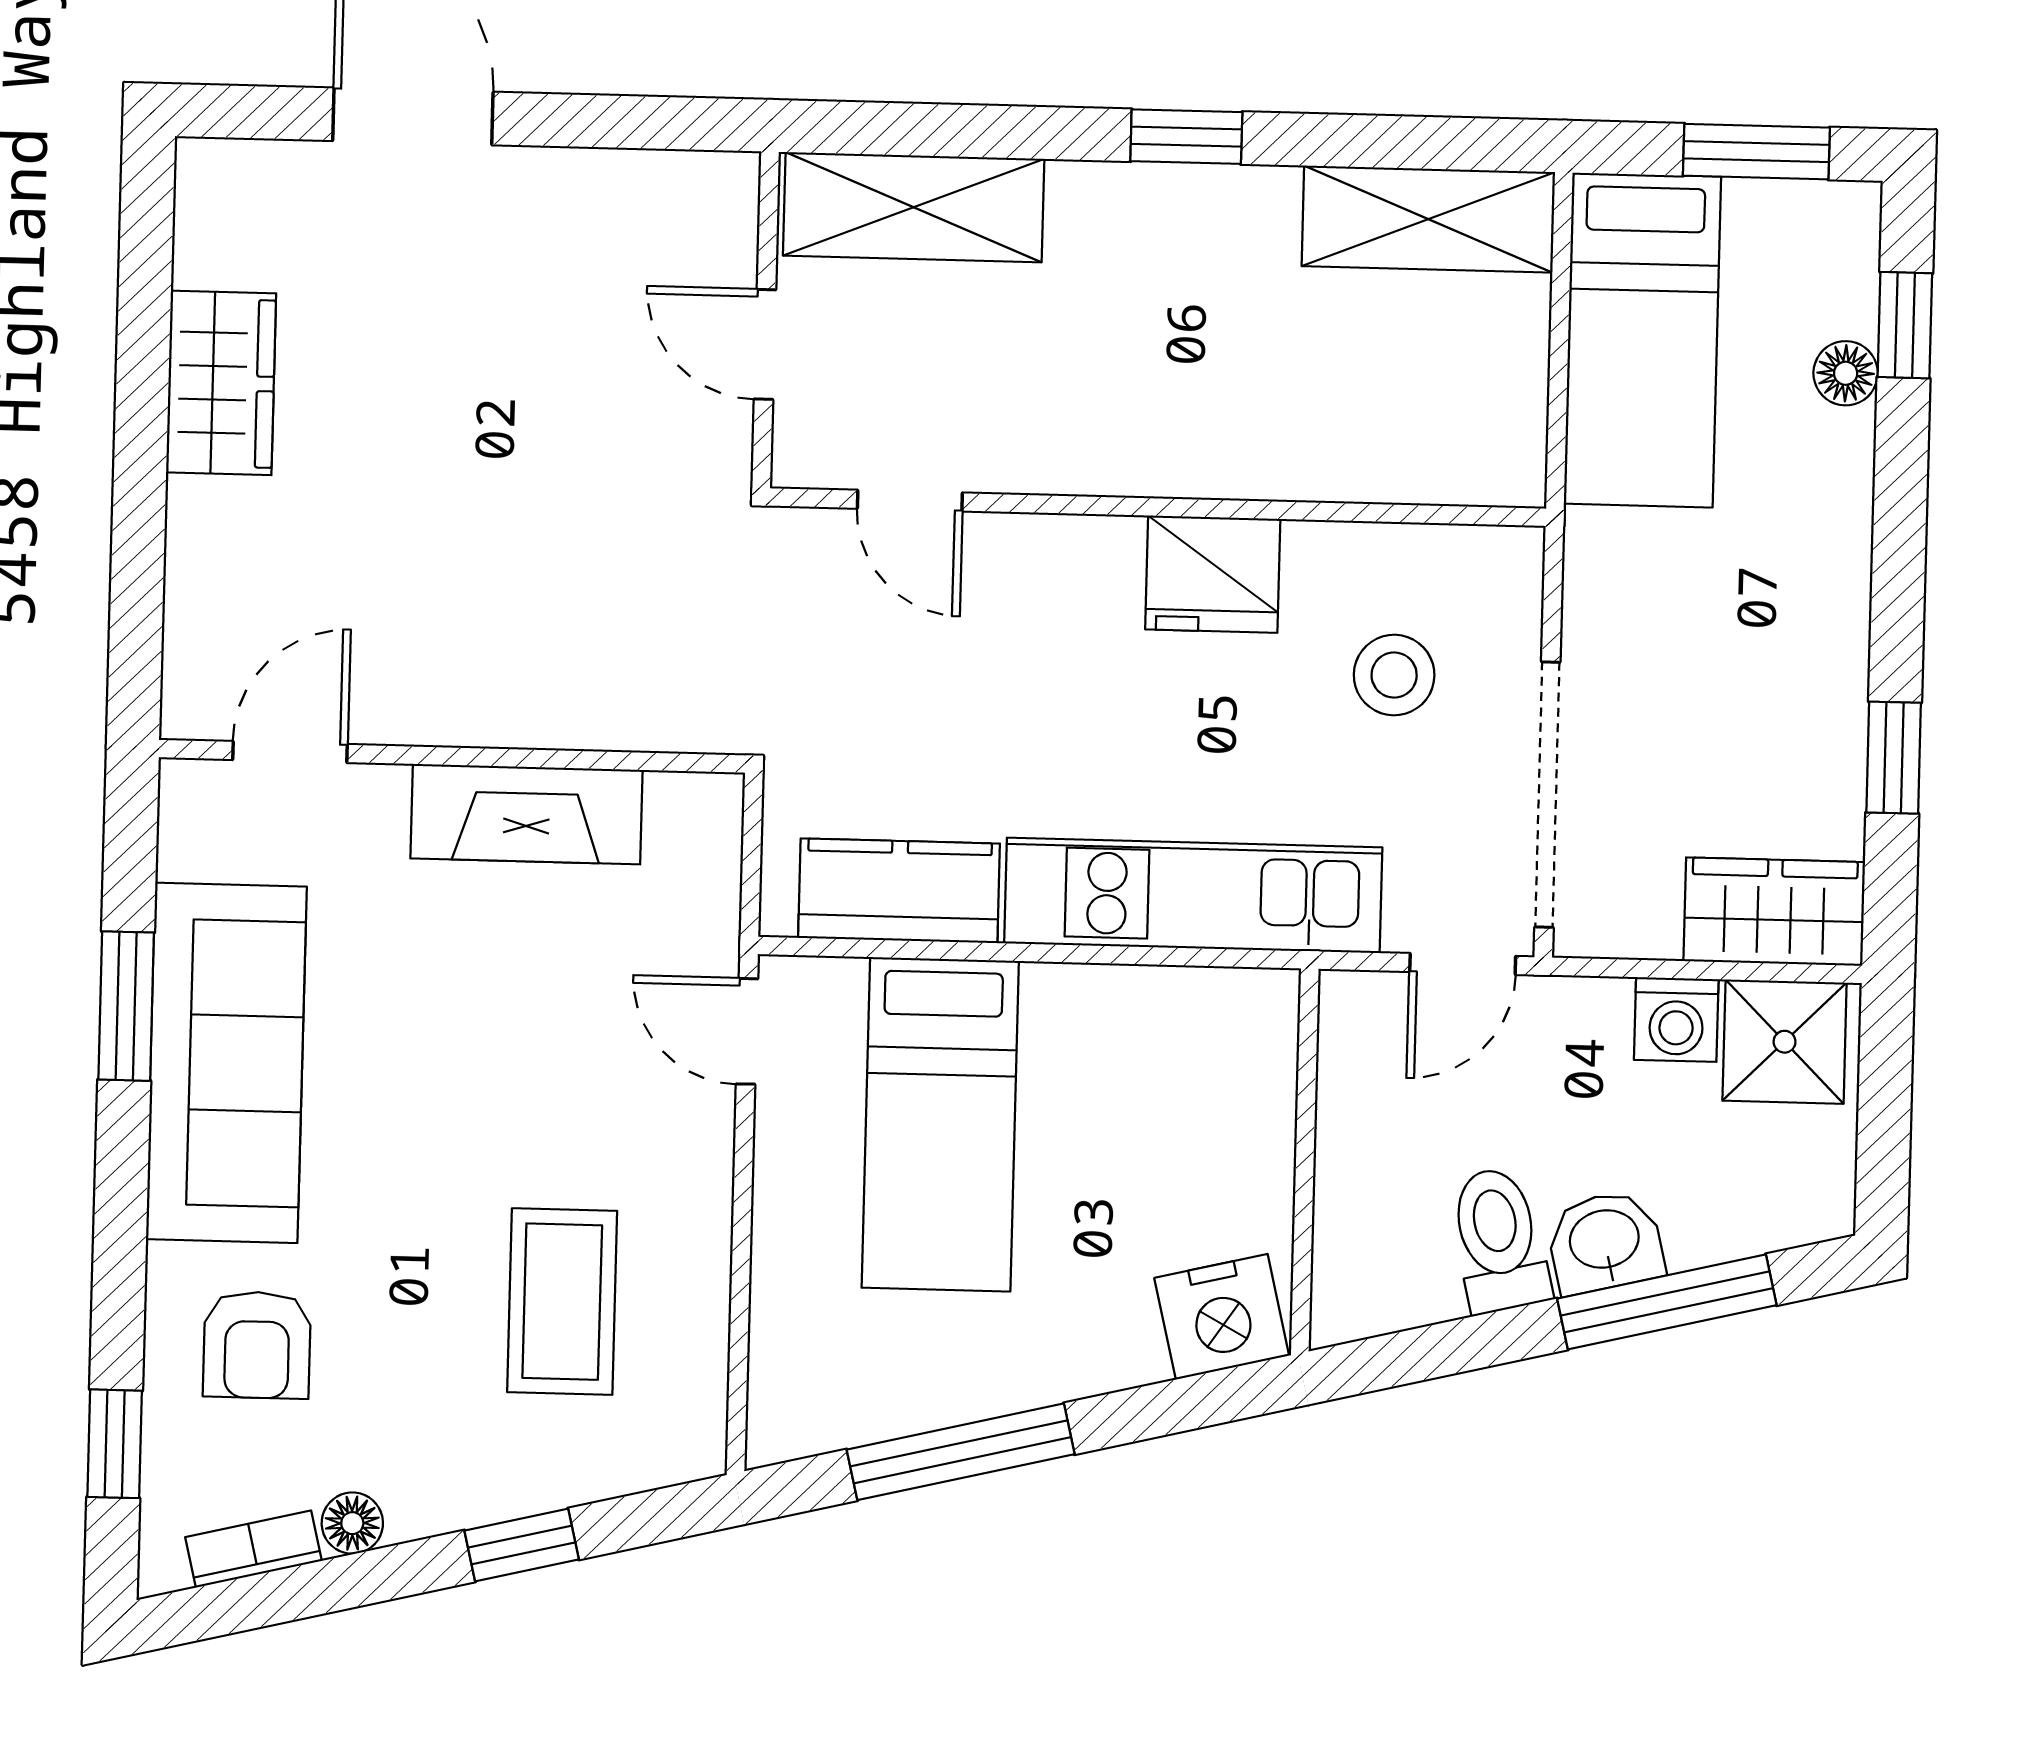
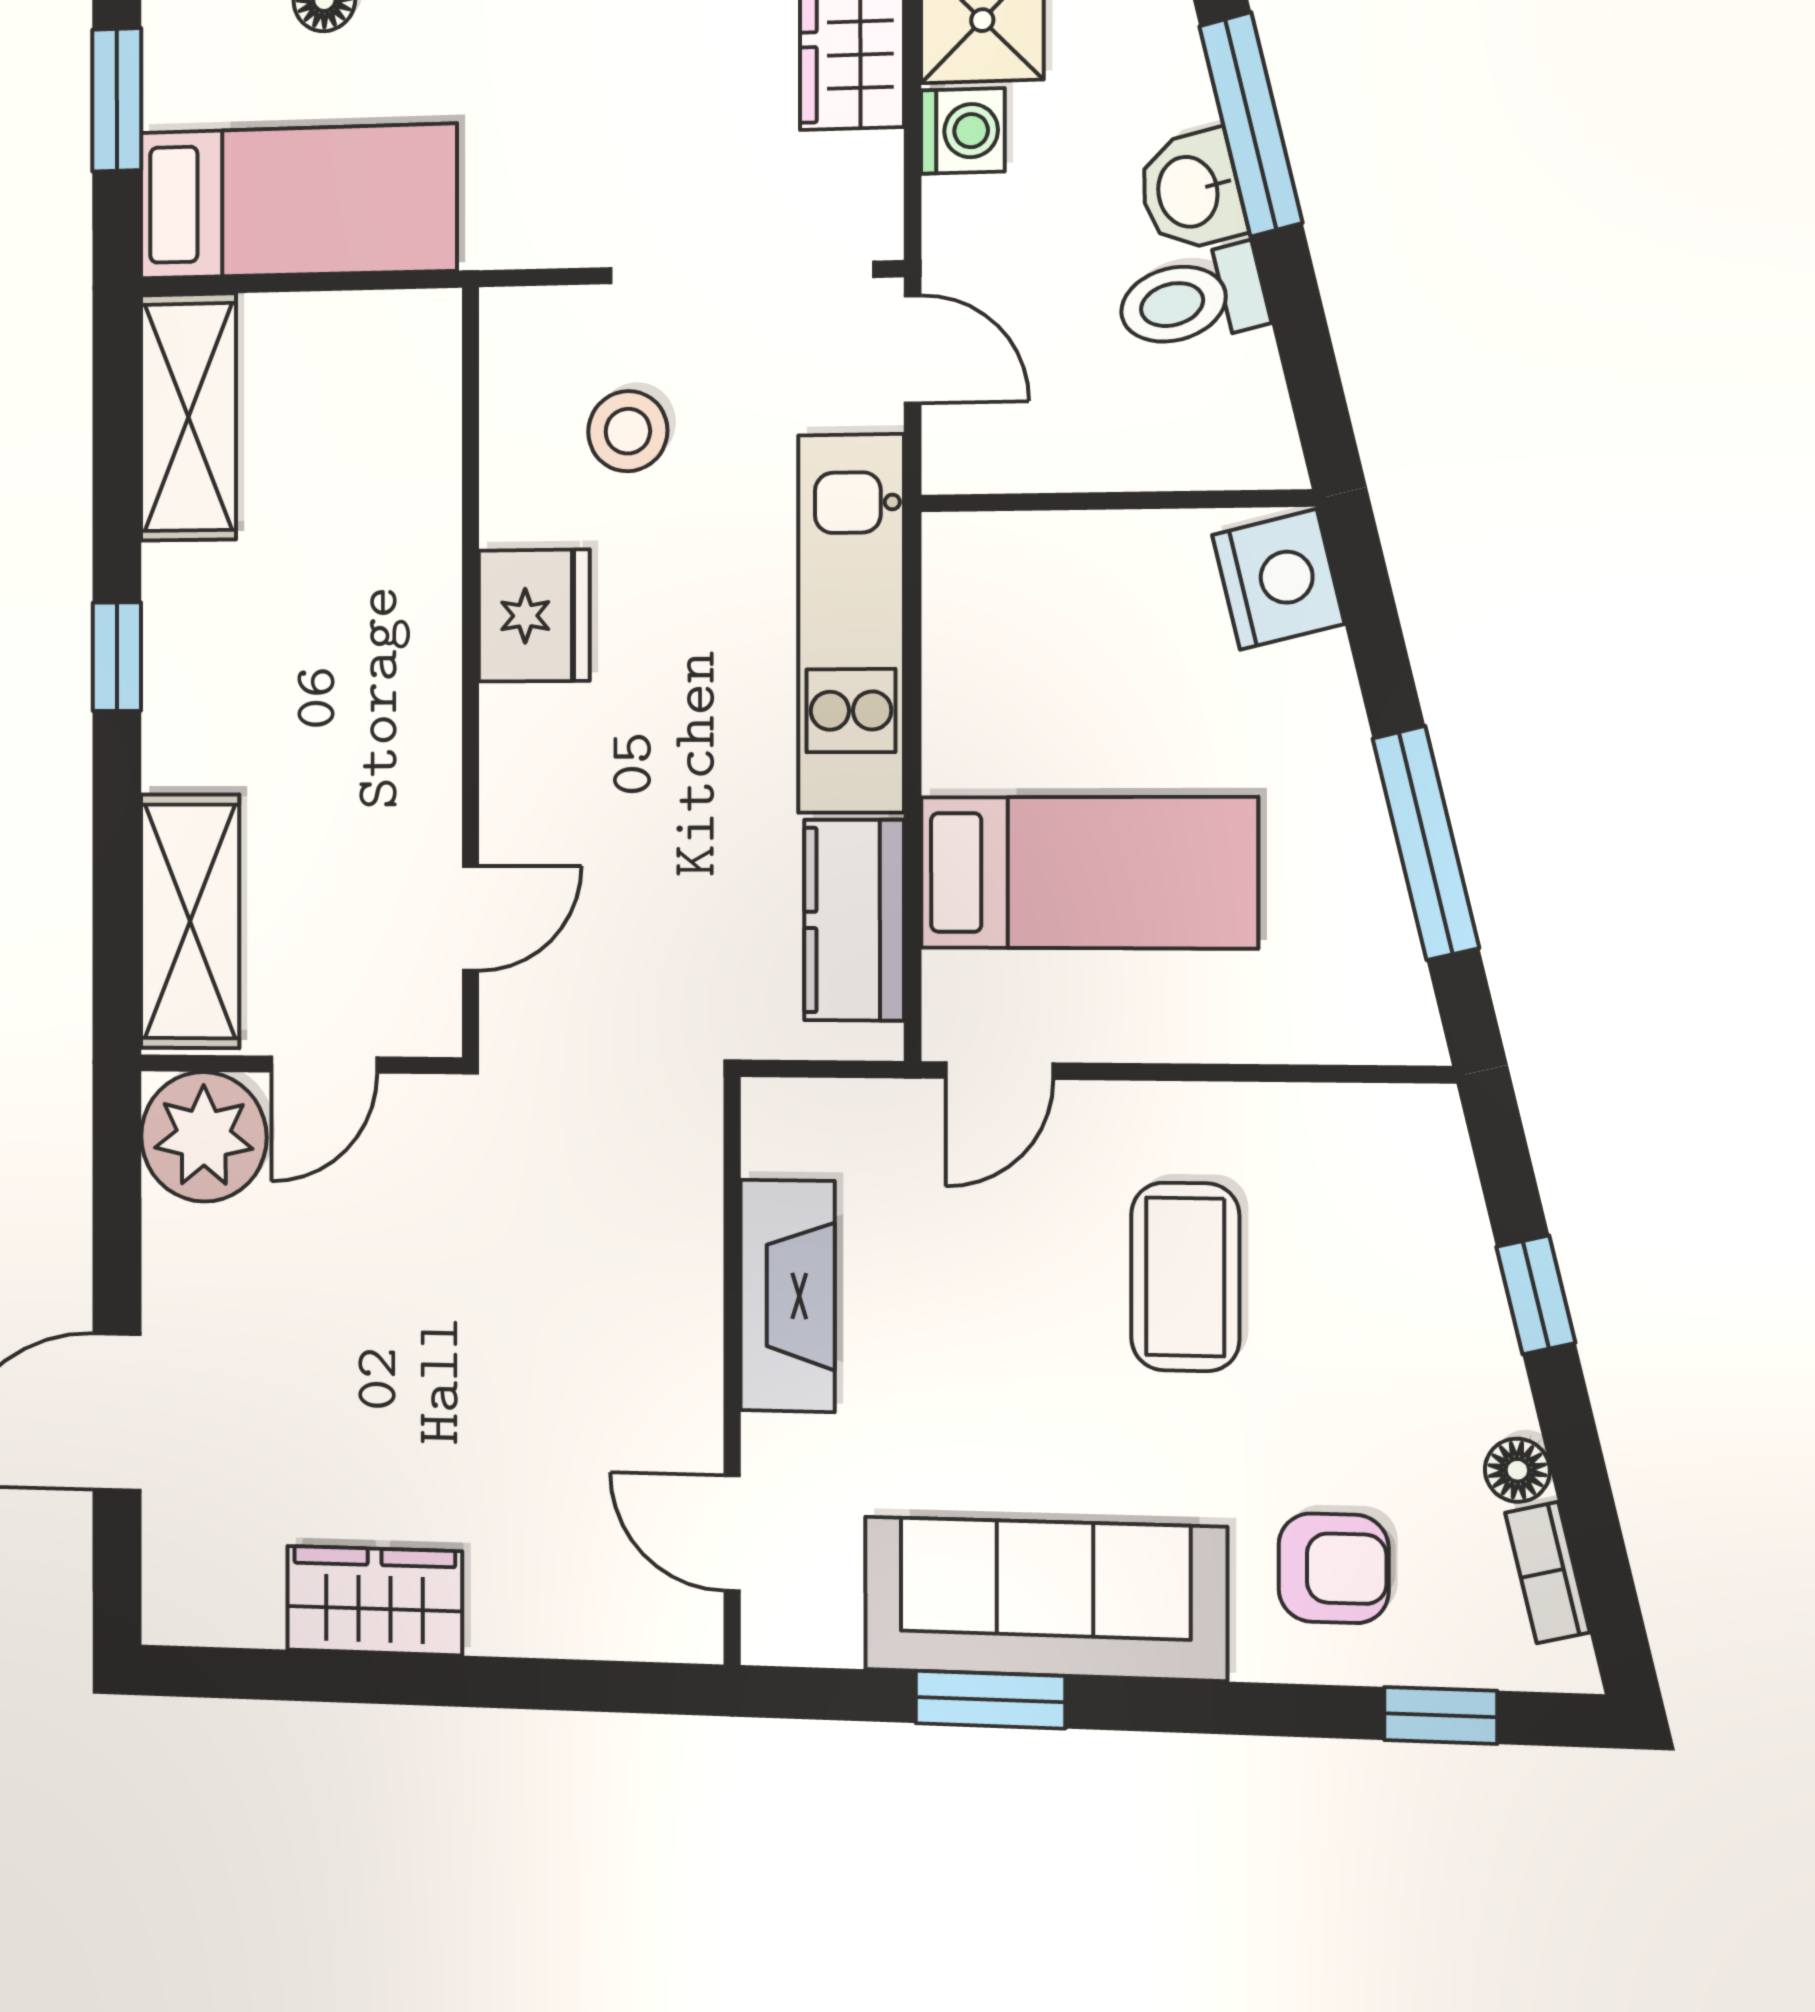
plant: (693, 216) -> (204, 1137), added
coffee table: (562, 1302) -> (1185, 1277), moved, turned 90

